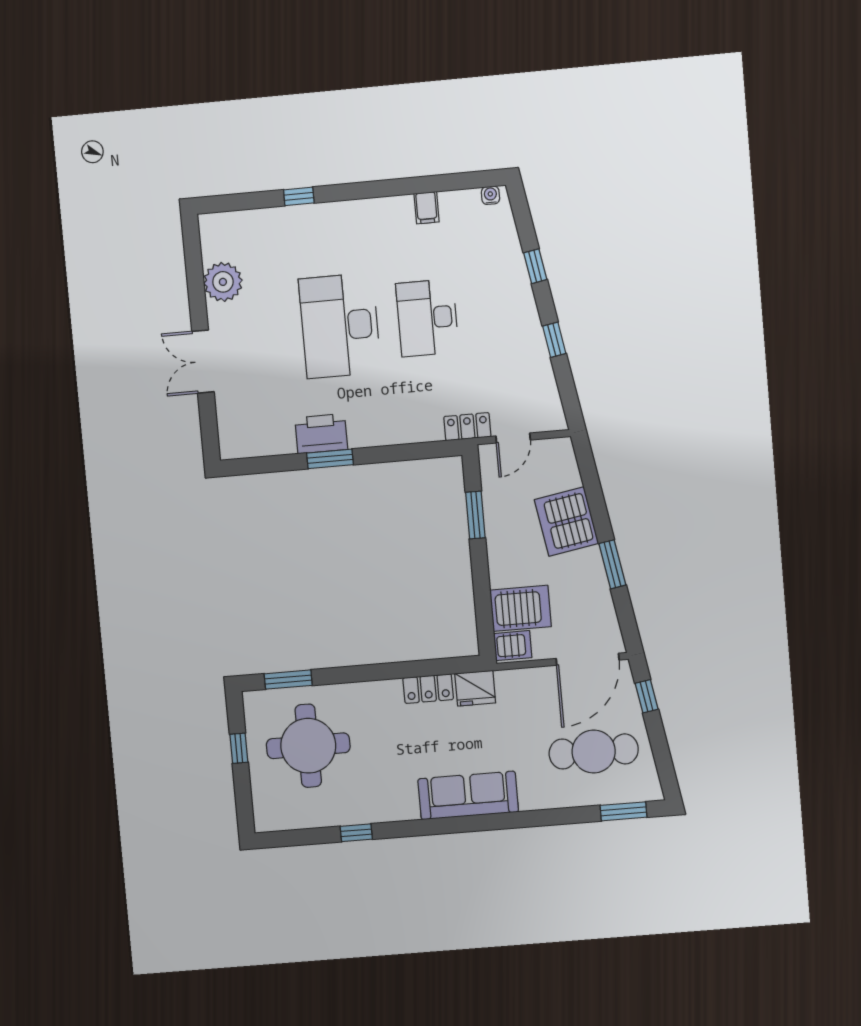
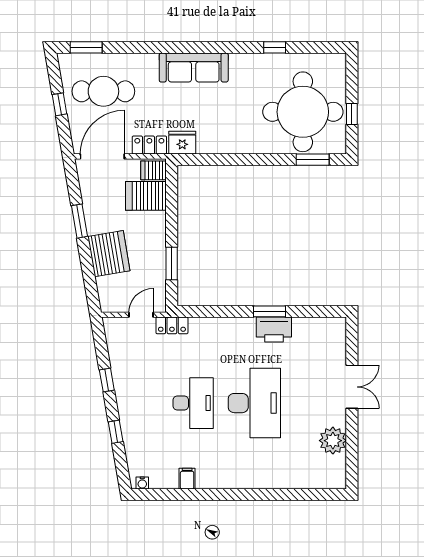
window: (299, 196) -> (275, 495), removed
locker: (428, 689) -> (149, 145), moved
window: (647, 696) -> (60, 104), moved
round table: (308, 746) -> (303, 112), width x1.36, depth x1.36

